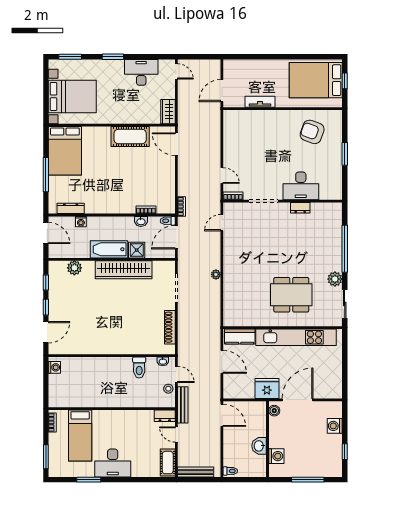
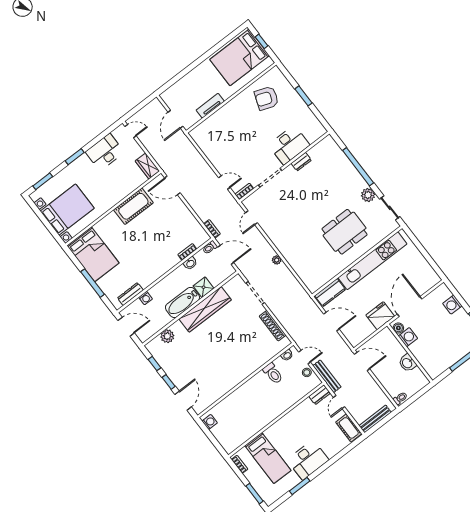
door: (176, 237) -> (226, 255), swing flipped
door: (176, 435) -> (339, 402), hinge flipped
washing machine: (276, 456) -> (408, 337), moved

